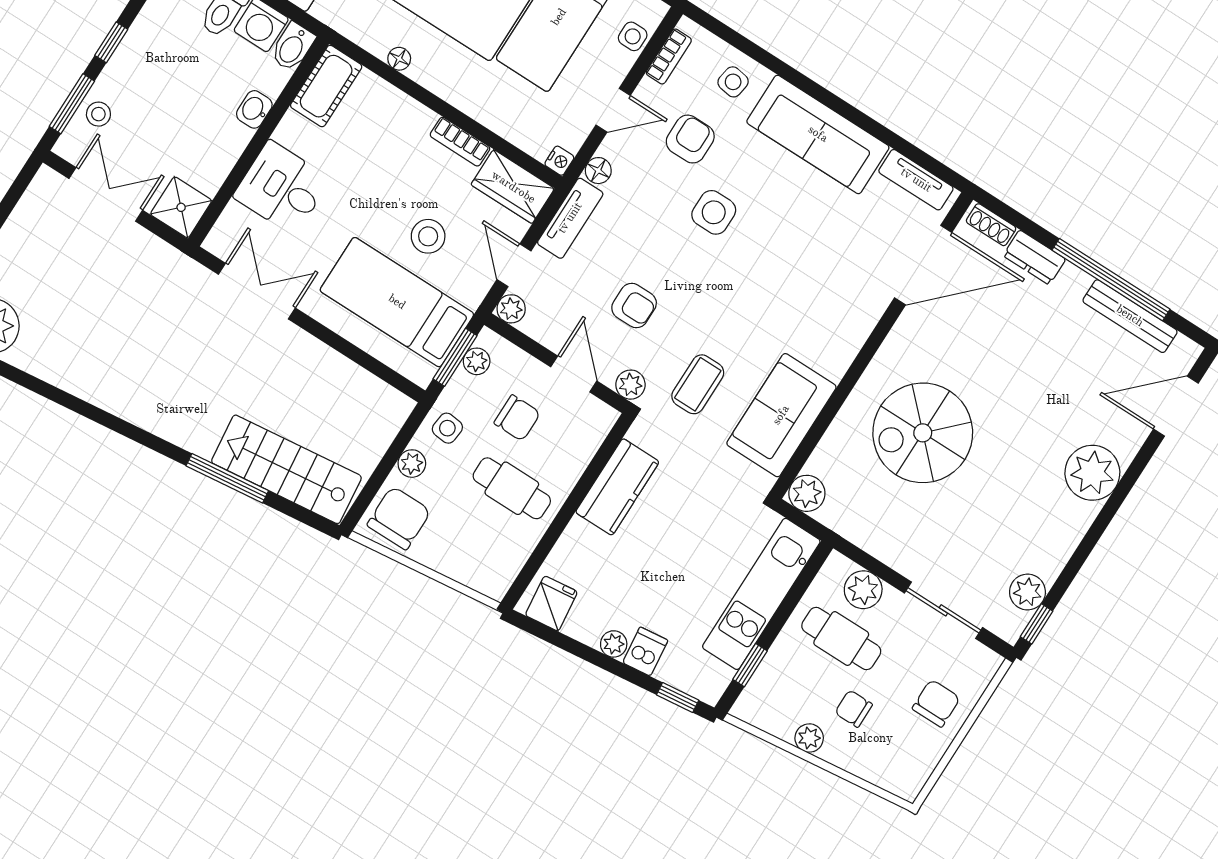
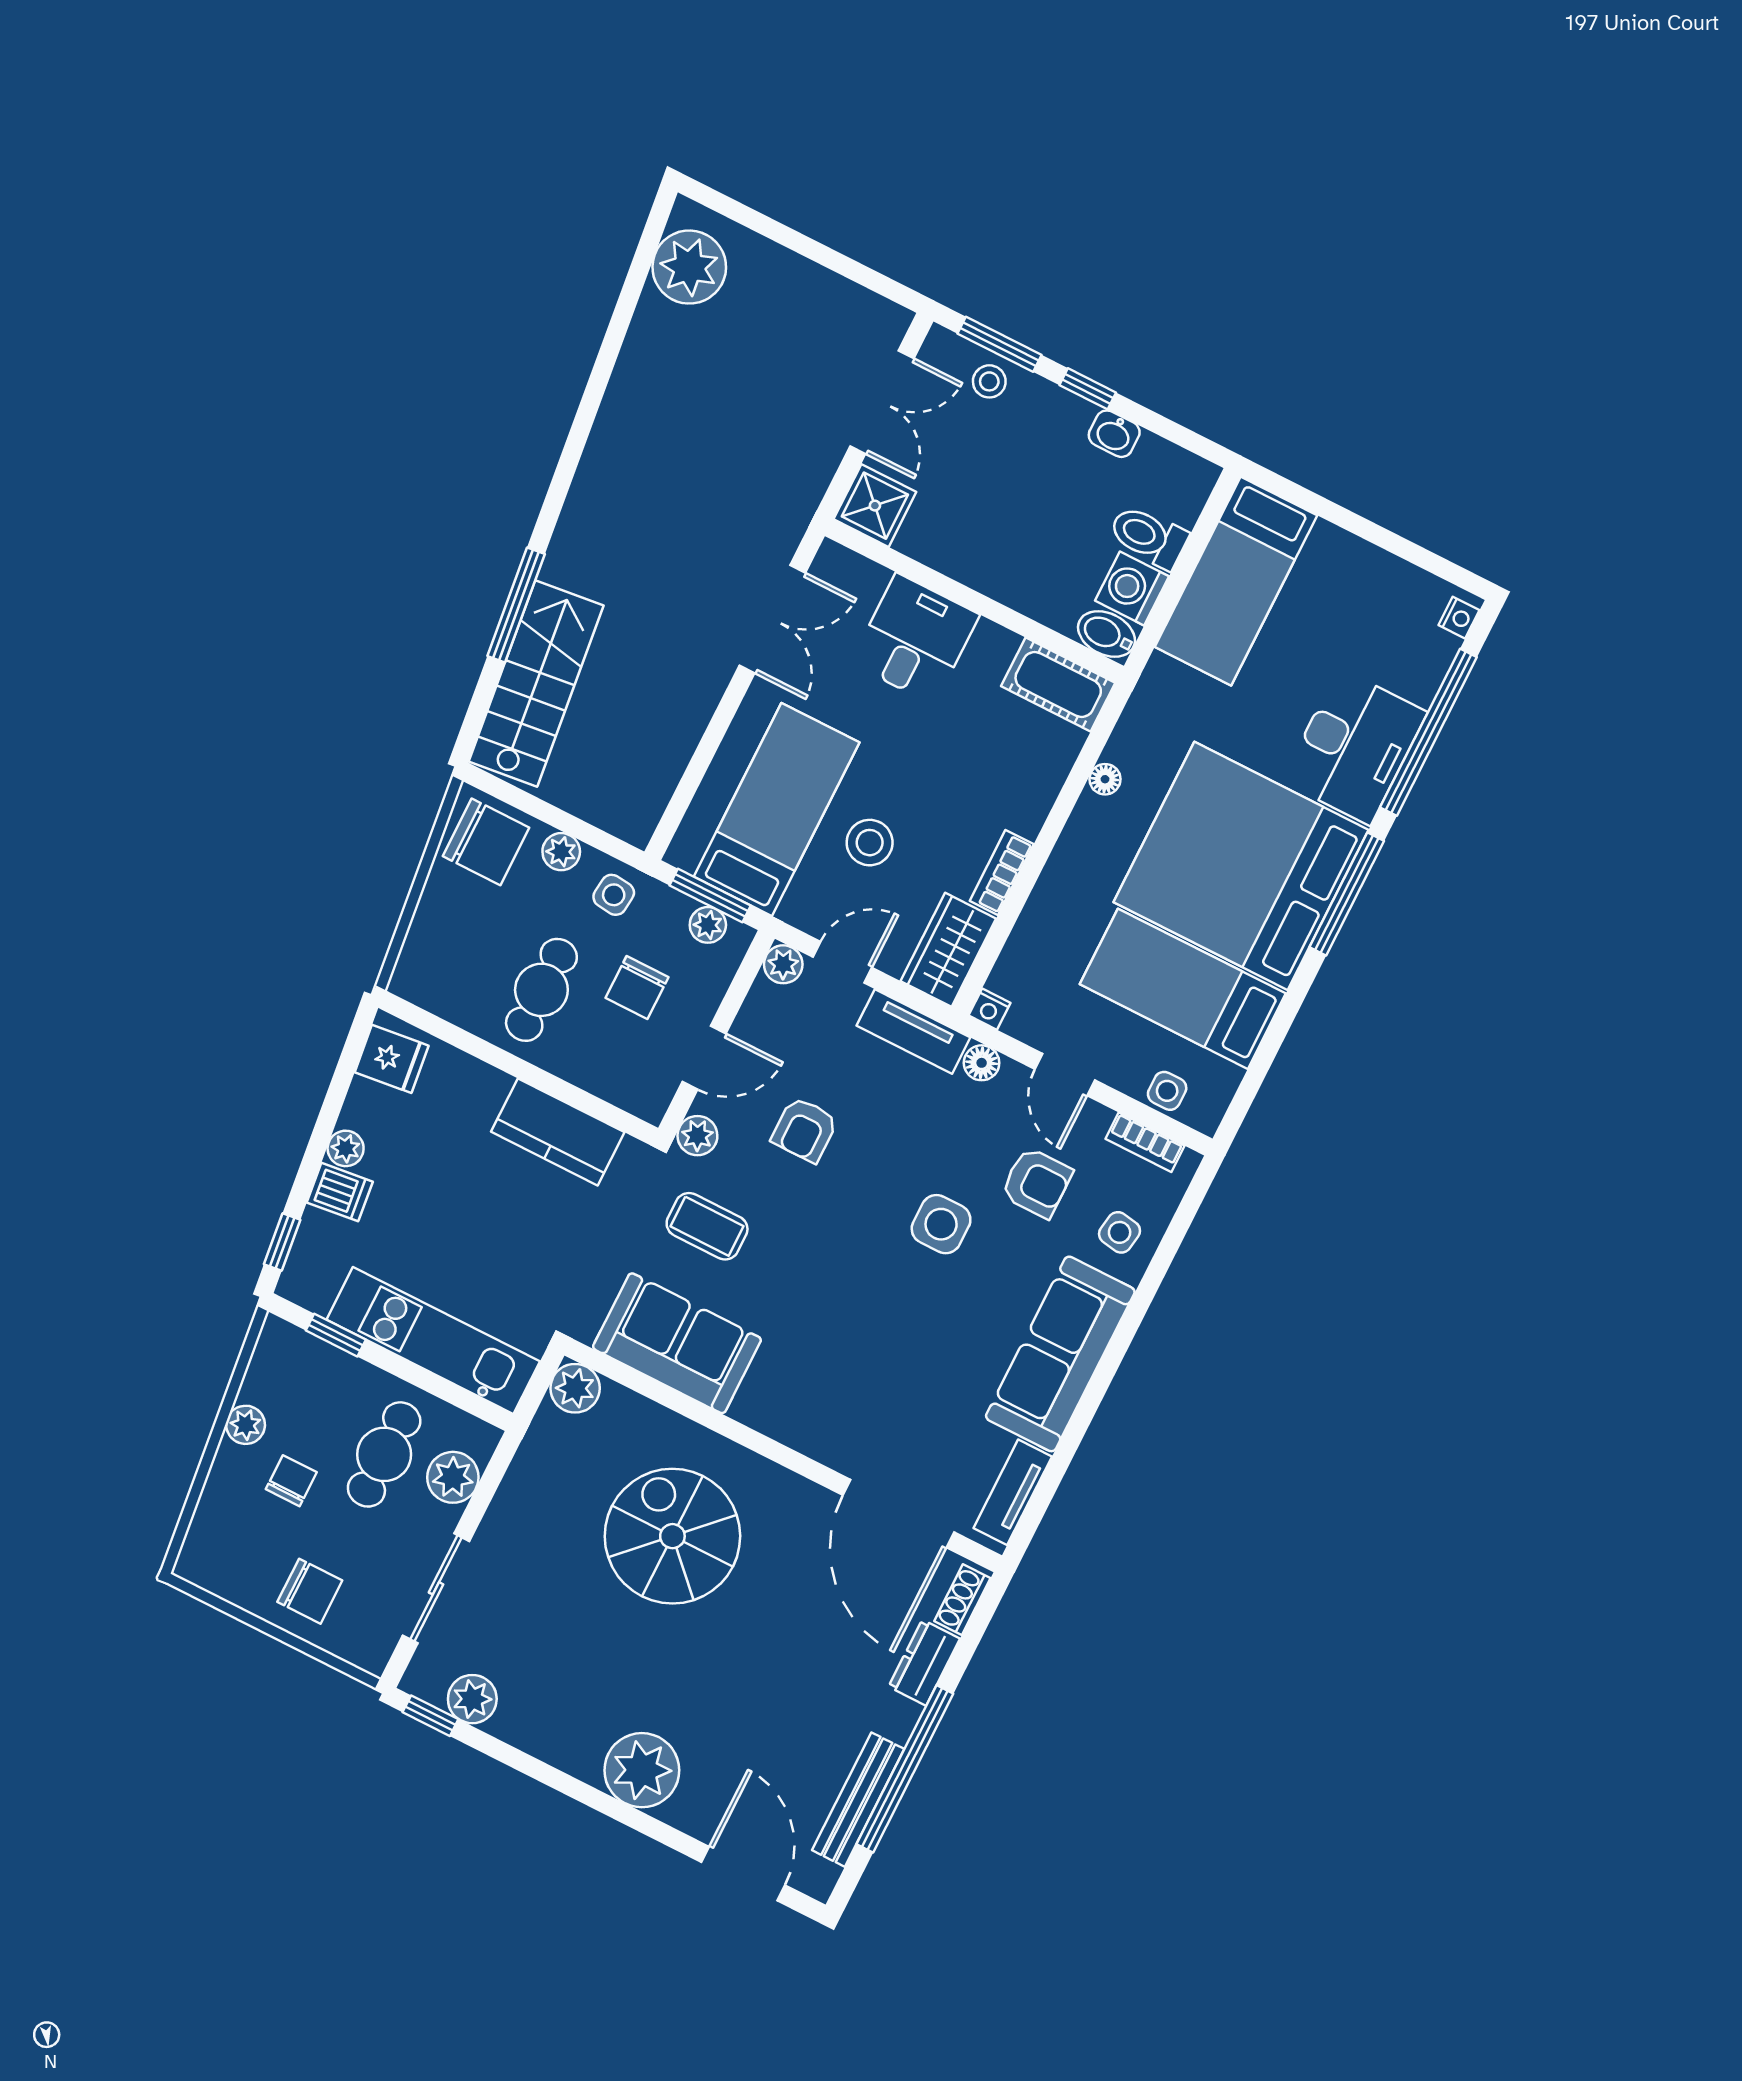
washbasin: (254, 109) -> (1114, 434), moved, turned 180

